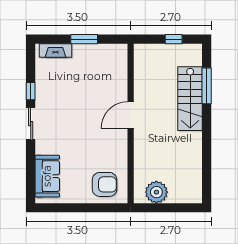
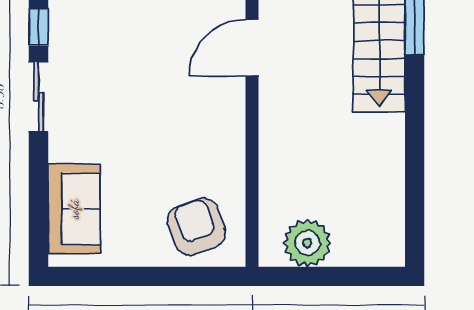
door: (131, 115) -> (252, 48), moved
armchair: (105, 184) -> (196, 227), turned -110

